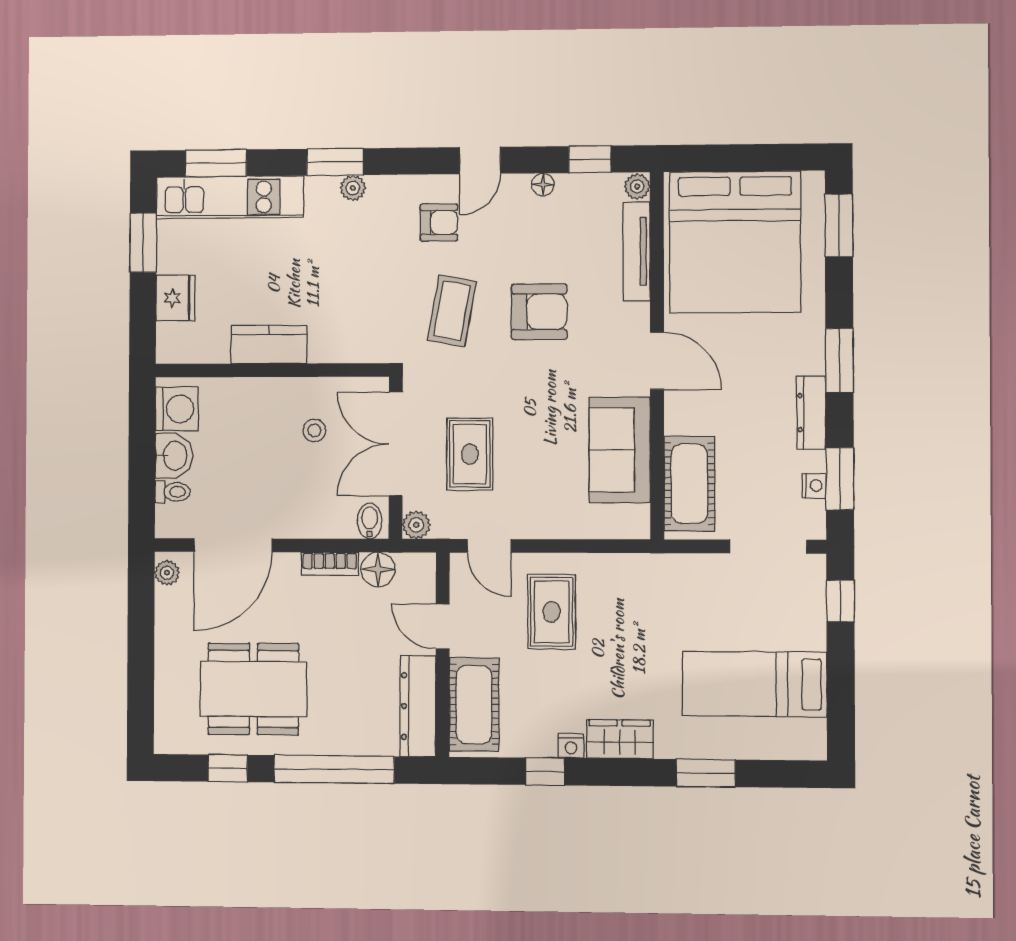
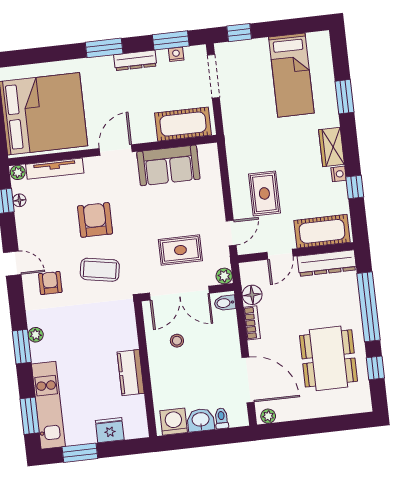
floor lamp: (543, 185) -> (19, 200), moved
window: (839, 225) -> (28, 57), removed
rug: (552, 612) -> (264, 193), turned 90

